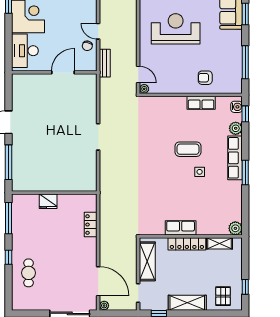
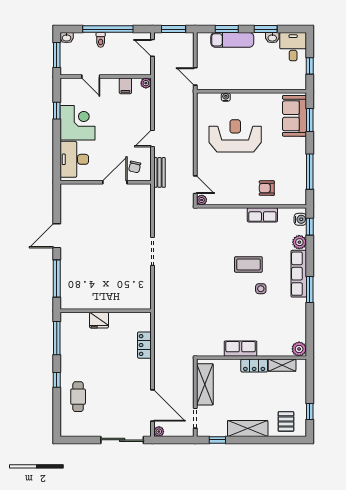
door: (98, 31) -> (152, 138), hinge flipped
chair: (87, 46) -> (135, 167), moved
locker: (187, 244) -> (254, 366), width x0.66

